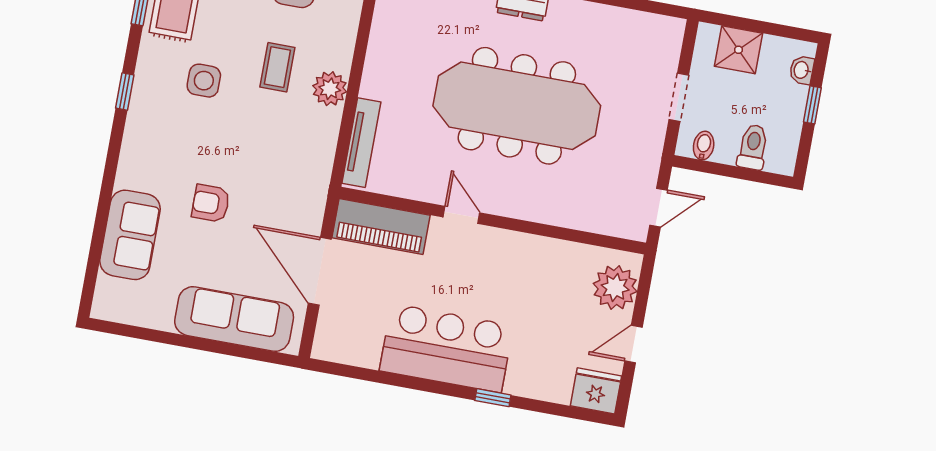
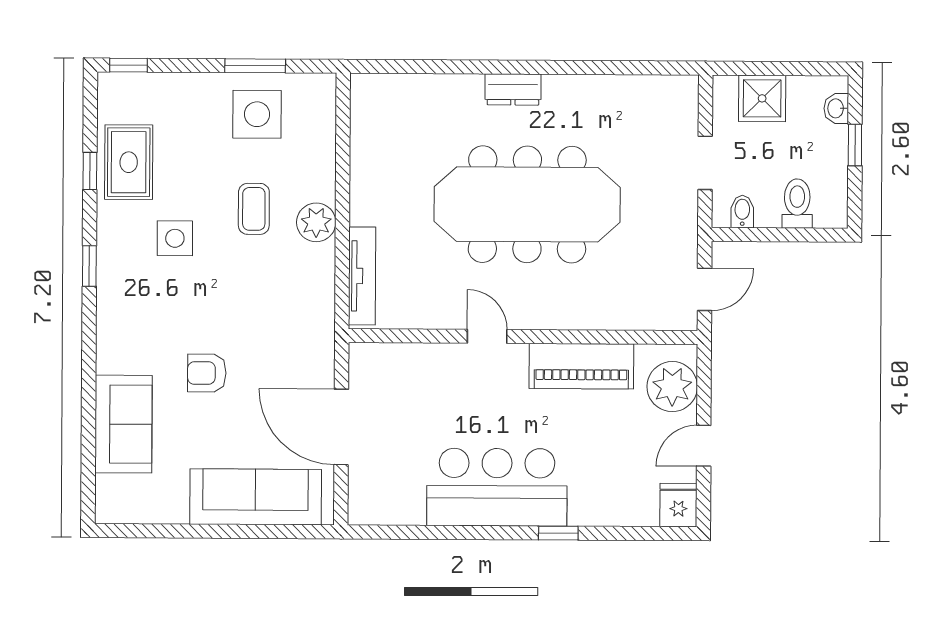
piano: (381, 227) -> (581, 366), moved
fridge: (596, 391) -> (678, 505), width x0.72

